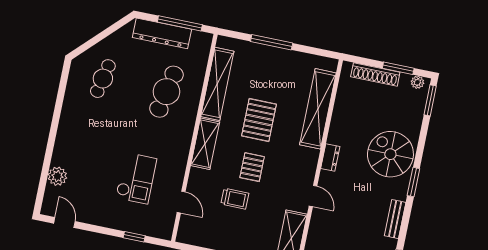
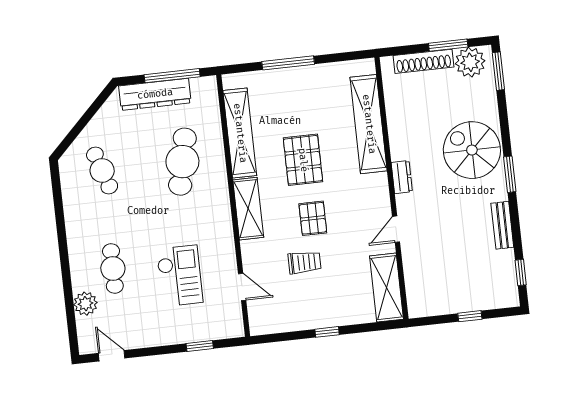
cafe table: (103, 79) -> (102, 170), turned -30
plant: (417, 82) -> (470, 62), width x1.87, depth x1.87
cafe table: (87, 156) -> (113, 268), added
door: (313, 196) -> (396, 229), swing flipped

